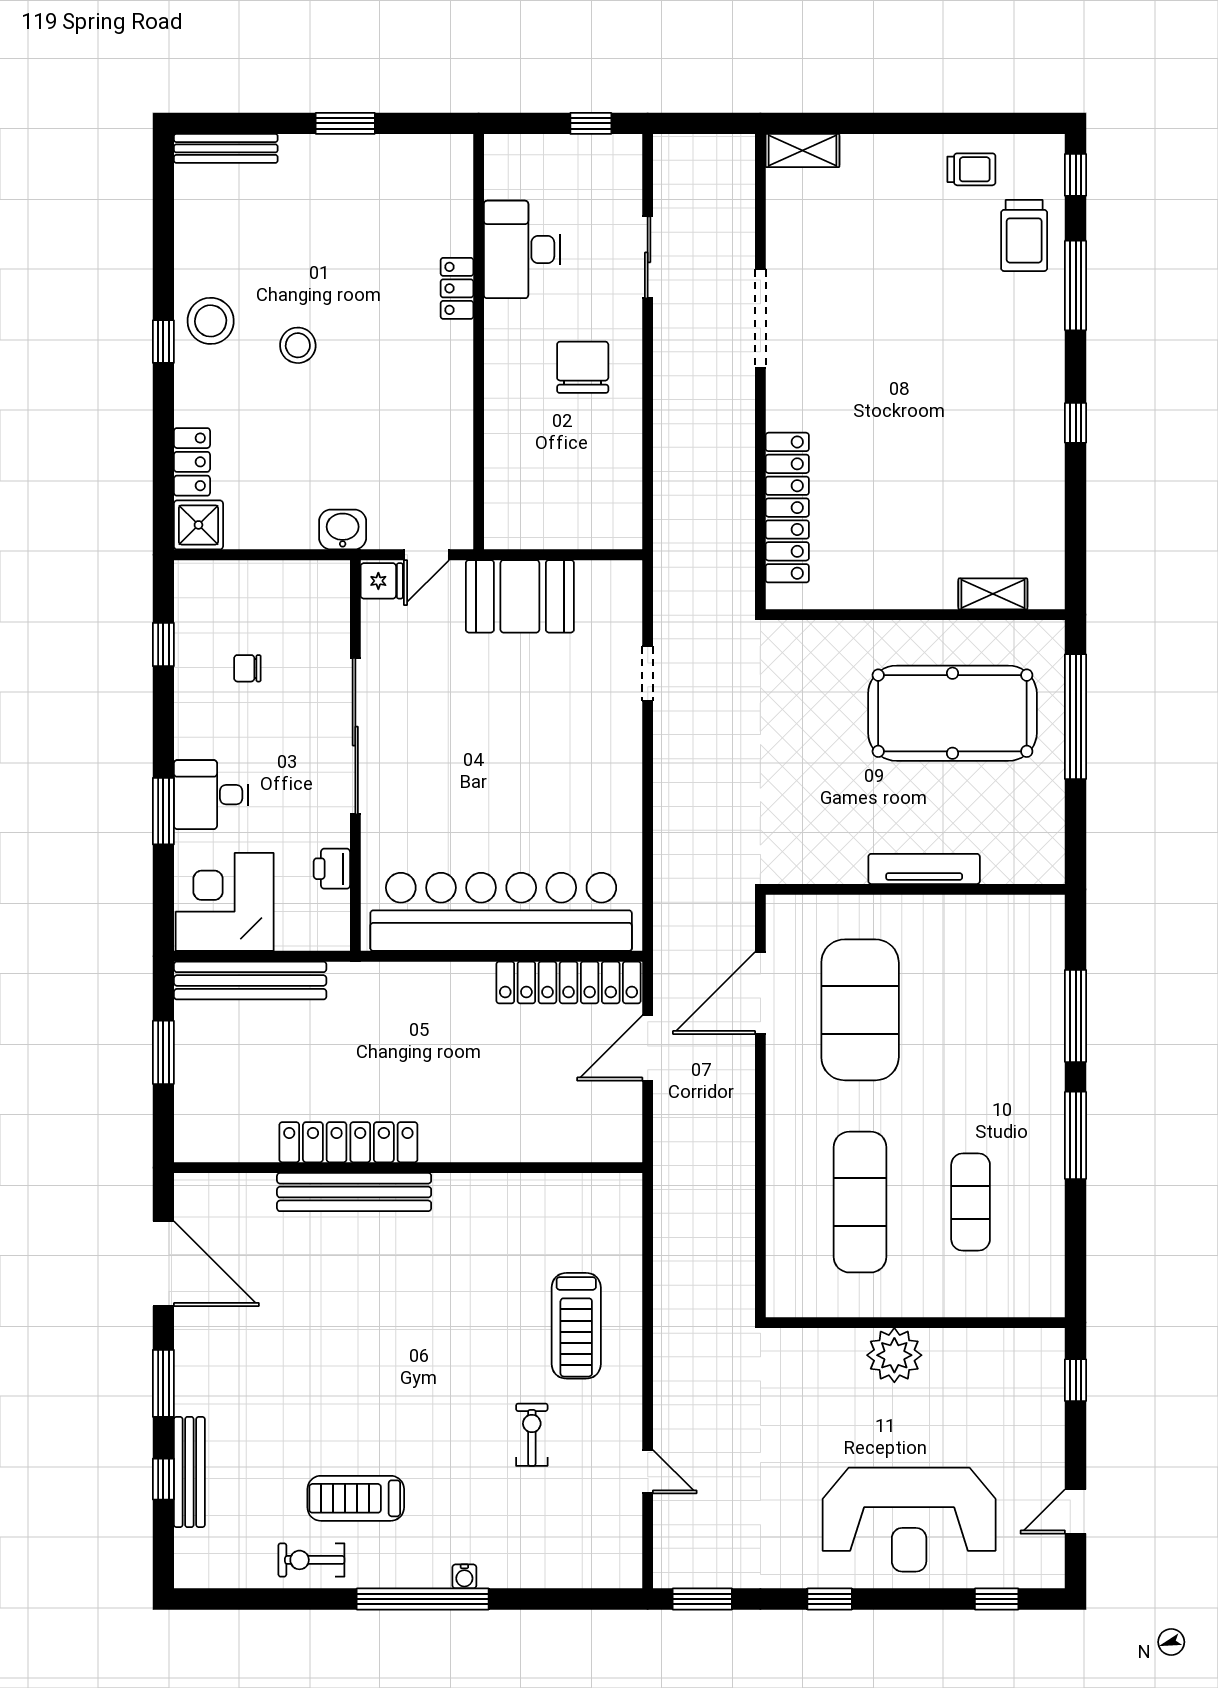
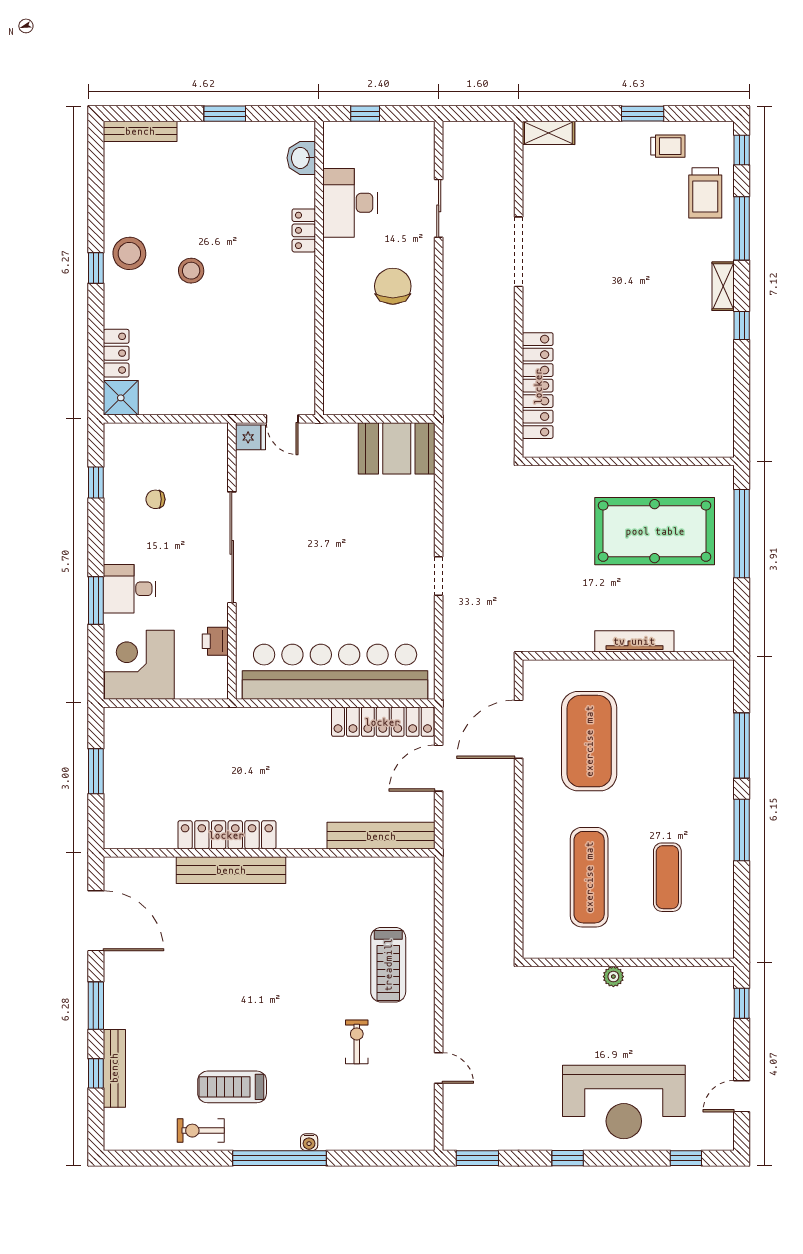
window: (591, 123) -> (365, 114), moved
window: (936, 123) -> (643, 114), added
washbasin: (343, 530) -> (301, 158), moved, turned -90
door: (426, 555) -> (282, 419), hinge flipped
shelving: (993, 594) -> (723, 286), moved, turned 90
booth: (520, 596) -> (397, 448), moved
doorway: (648, 674) -> (439, 576), moved
bench: (250, 981) -> (381, 836), moved
plant: (894, 1355) -> (613, 977), width x0.53, depth x0.53

